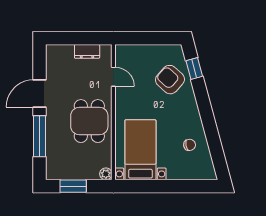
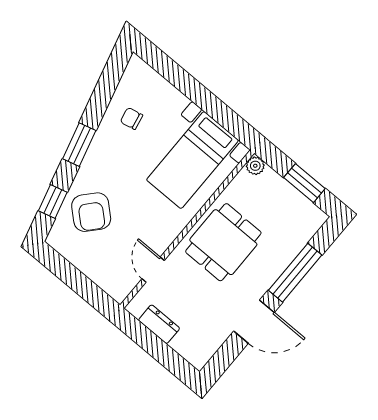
window: (205, 109) -> (79, 145), added

